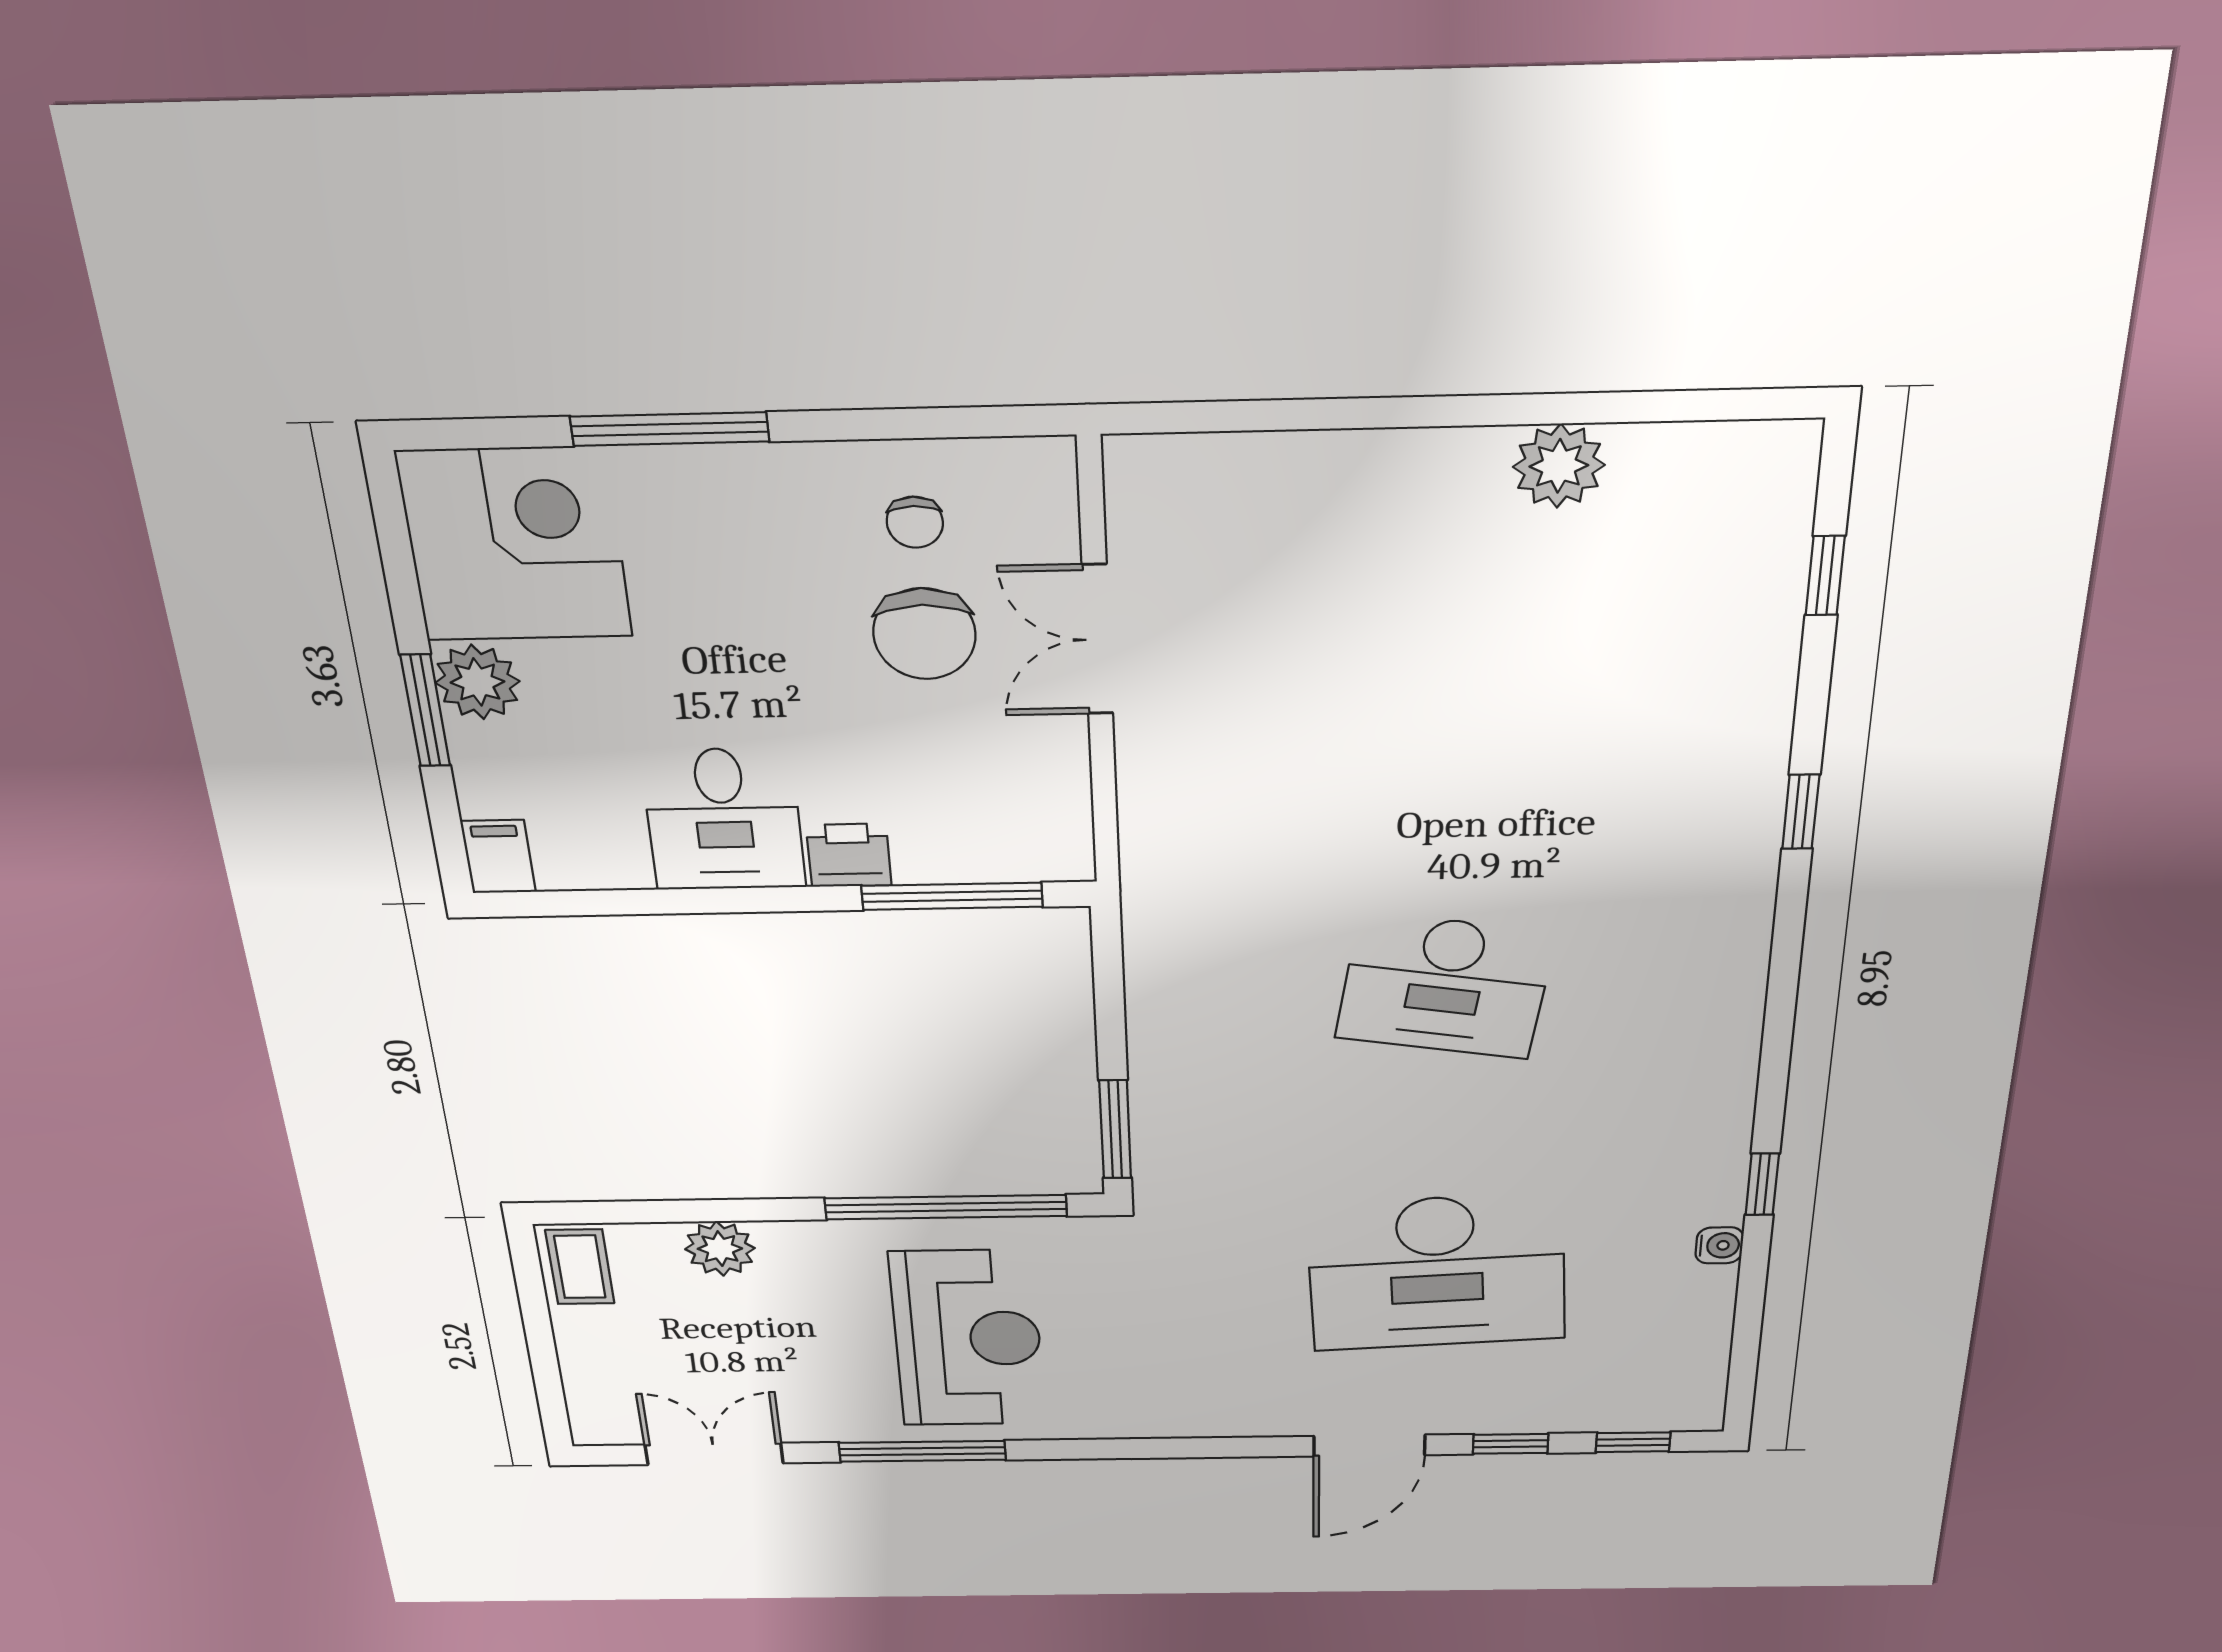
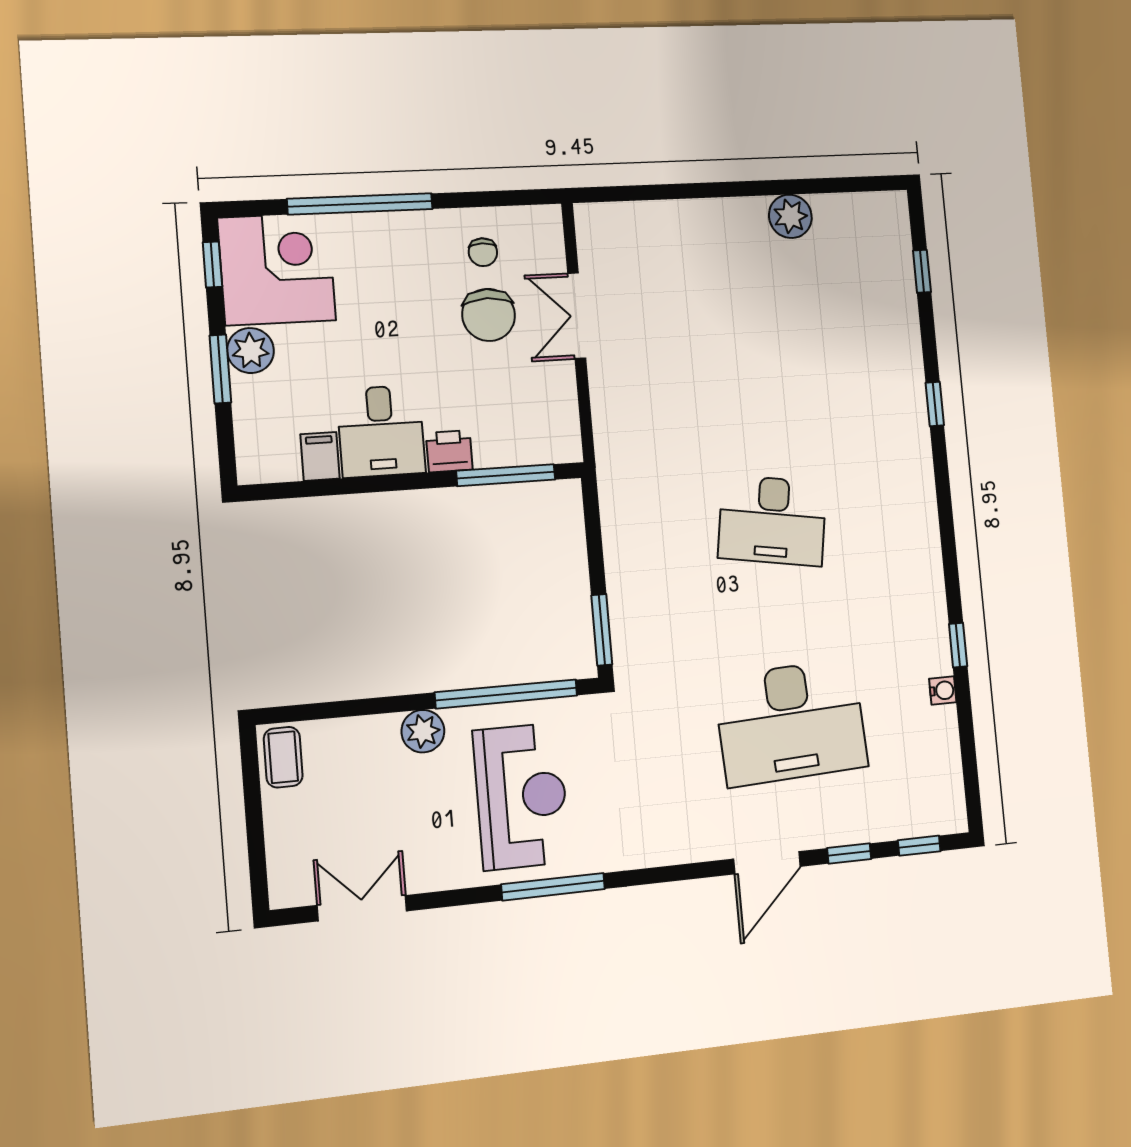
window: (670, 429) -> (360, 204), width x1.46
window: (393, 534) -> (212, 264), added
filing cabinet: (498, 857) -> (320, 456), moved
plant: (720, 1249) -> (423, 731), moved
window: (922, 1451) -> (553, 887), moved

